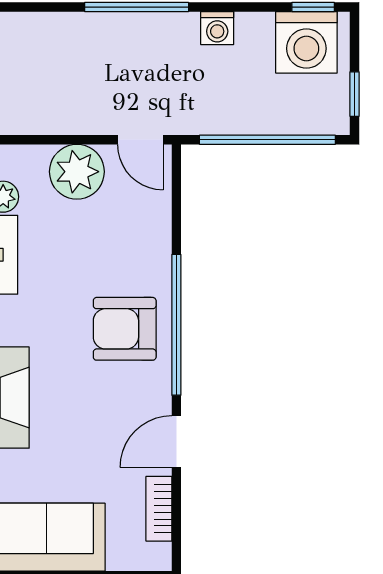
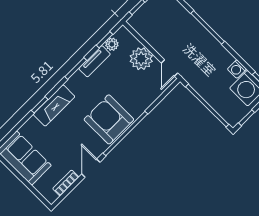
washing machine: (217, 28) -> (237, 69), moved
armchair: (125, 329) -> (109, 119), width x1.36, depth x1.36
door: (176, 441) -> (91, 168), hinge flipped

